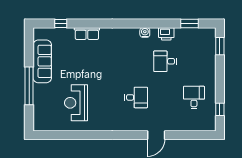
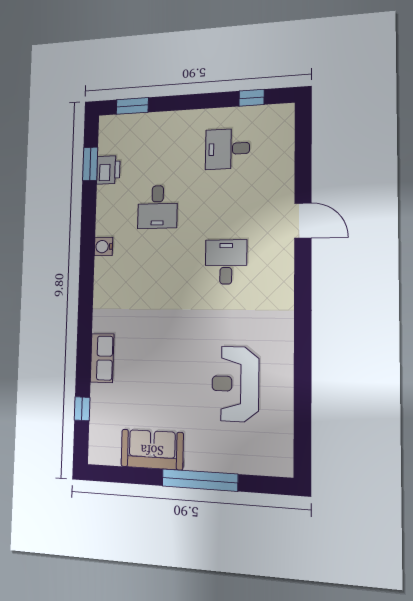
printer: (166, 34) -> (108, 170), moved
sofa: (42, 61) -> (152, 450), width x0.73
reception desk: (76, 103) -> (235, 384), turned 90

